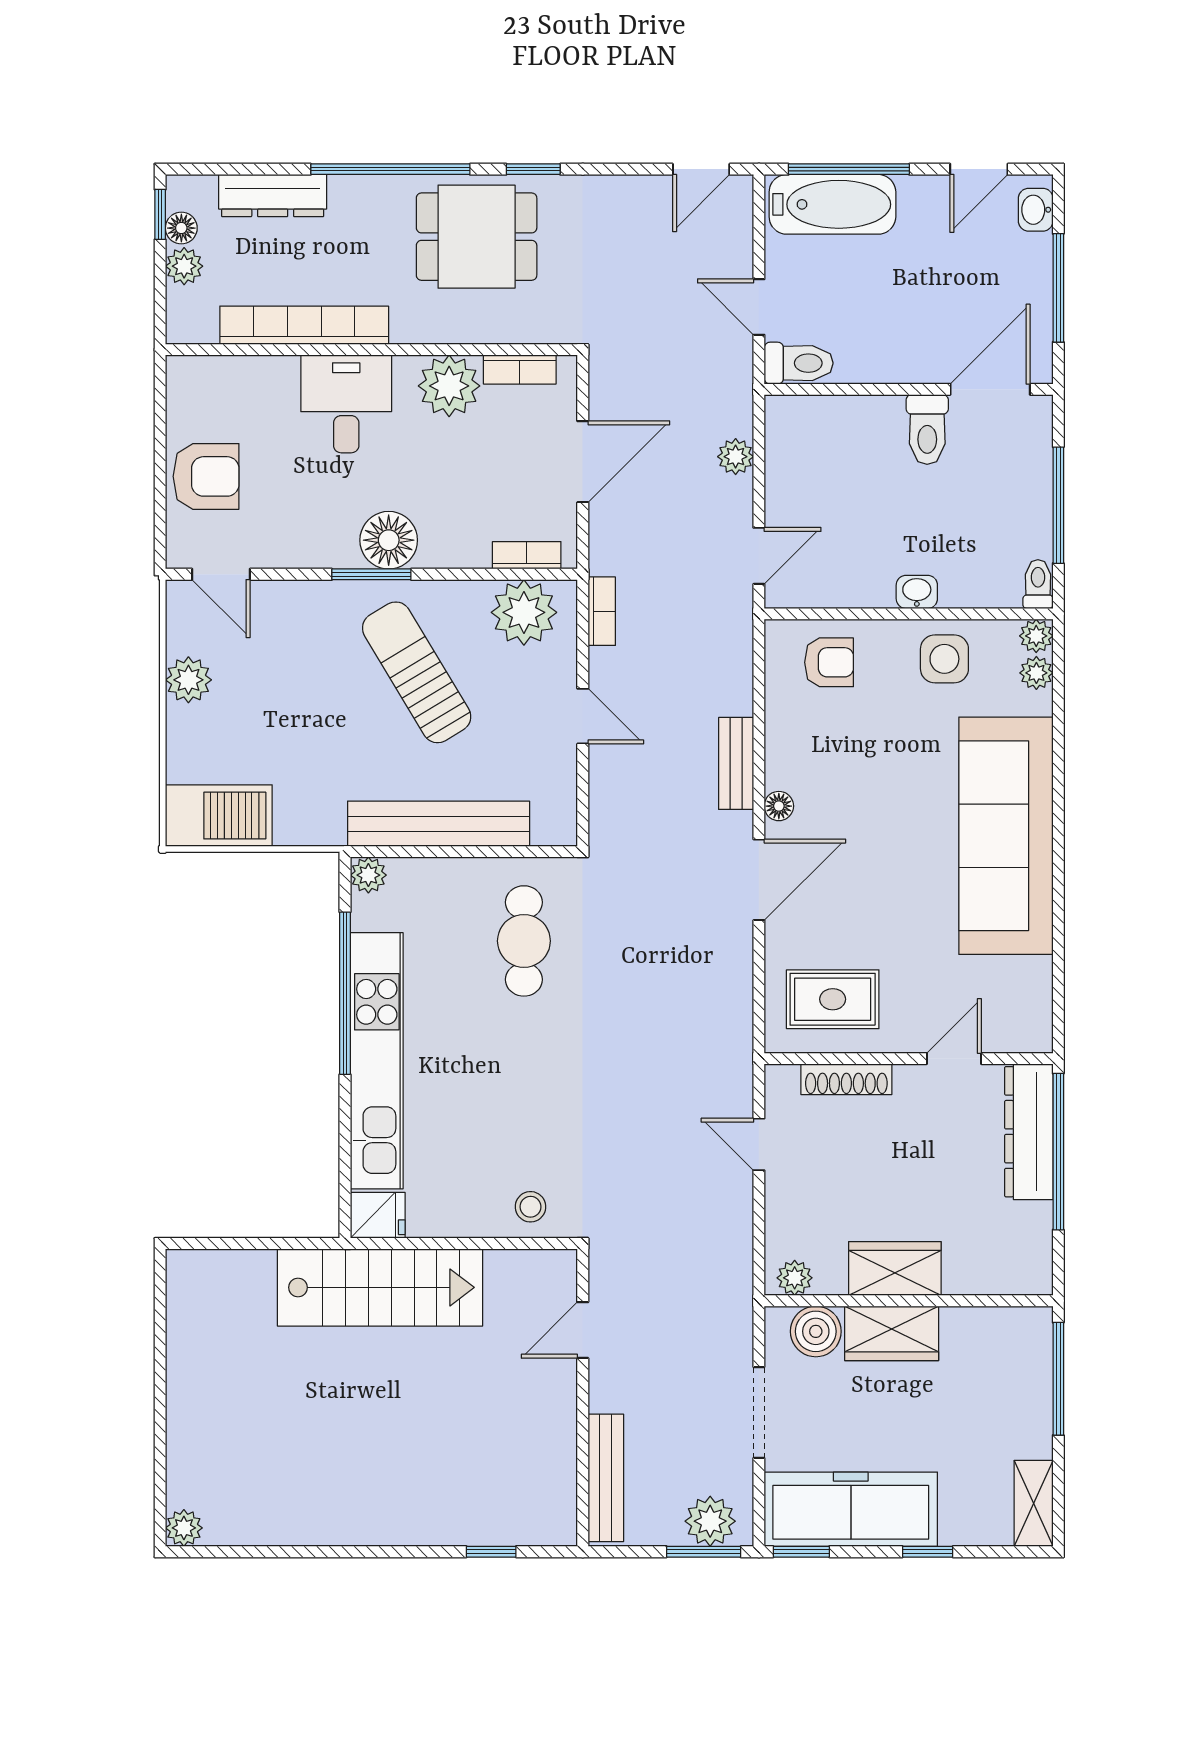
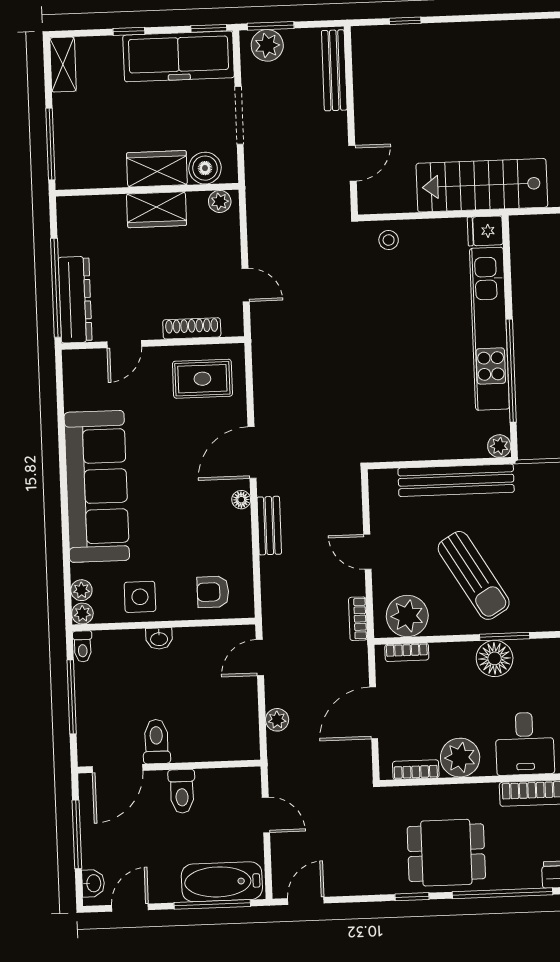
toilet: (799, 363) -> (182, 791), moved, turned -90
cafe table: (524, 941) -> (399, 408), removed

